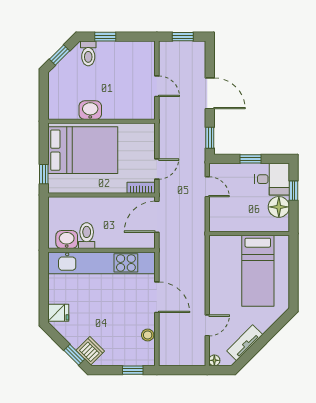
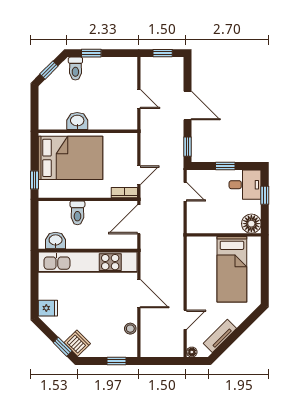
floor lamp: (279, 207) -> (251, 224), moved
toilet: (87, 236) -> (77, 213), moved, turned 180

